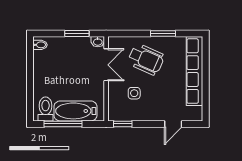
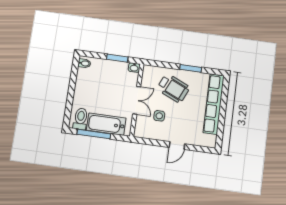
double door: (106, 65) -> (137, 100), moved
window: (123, 124) -> (146, 141), removed
door: (173, 124) -> (177, 146), moved

